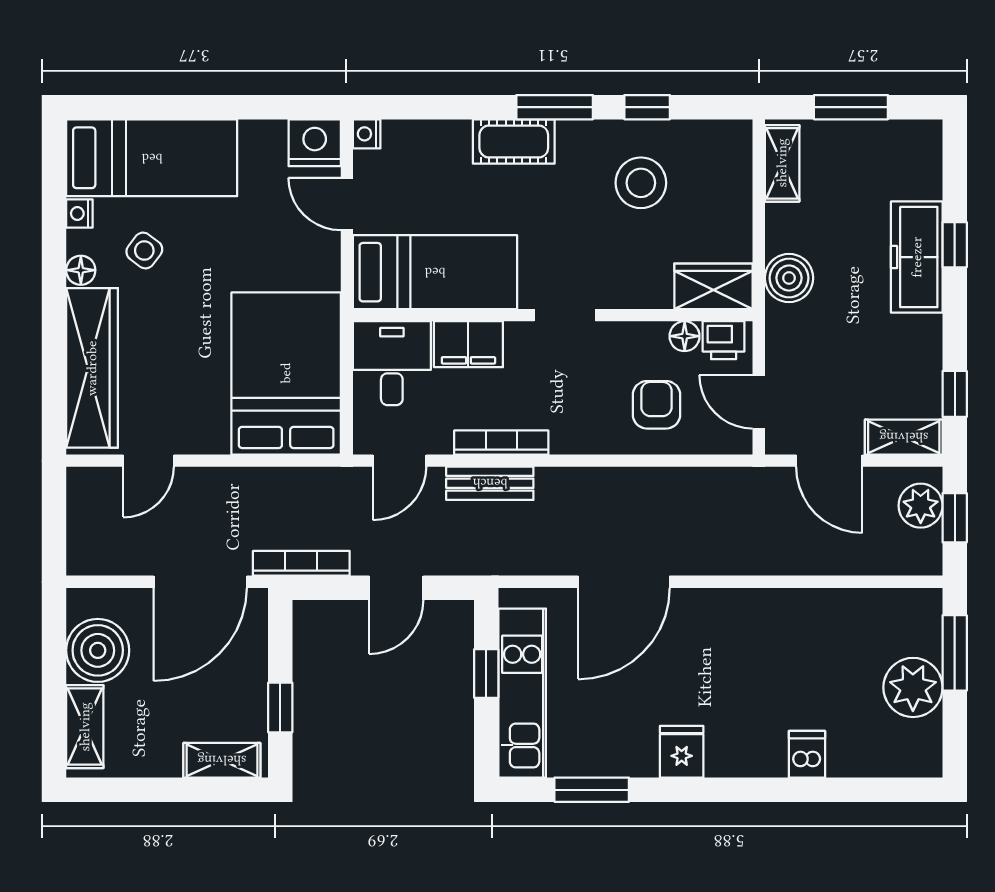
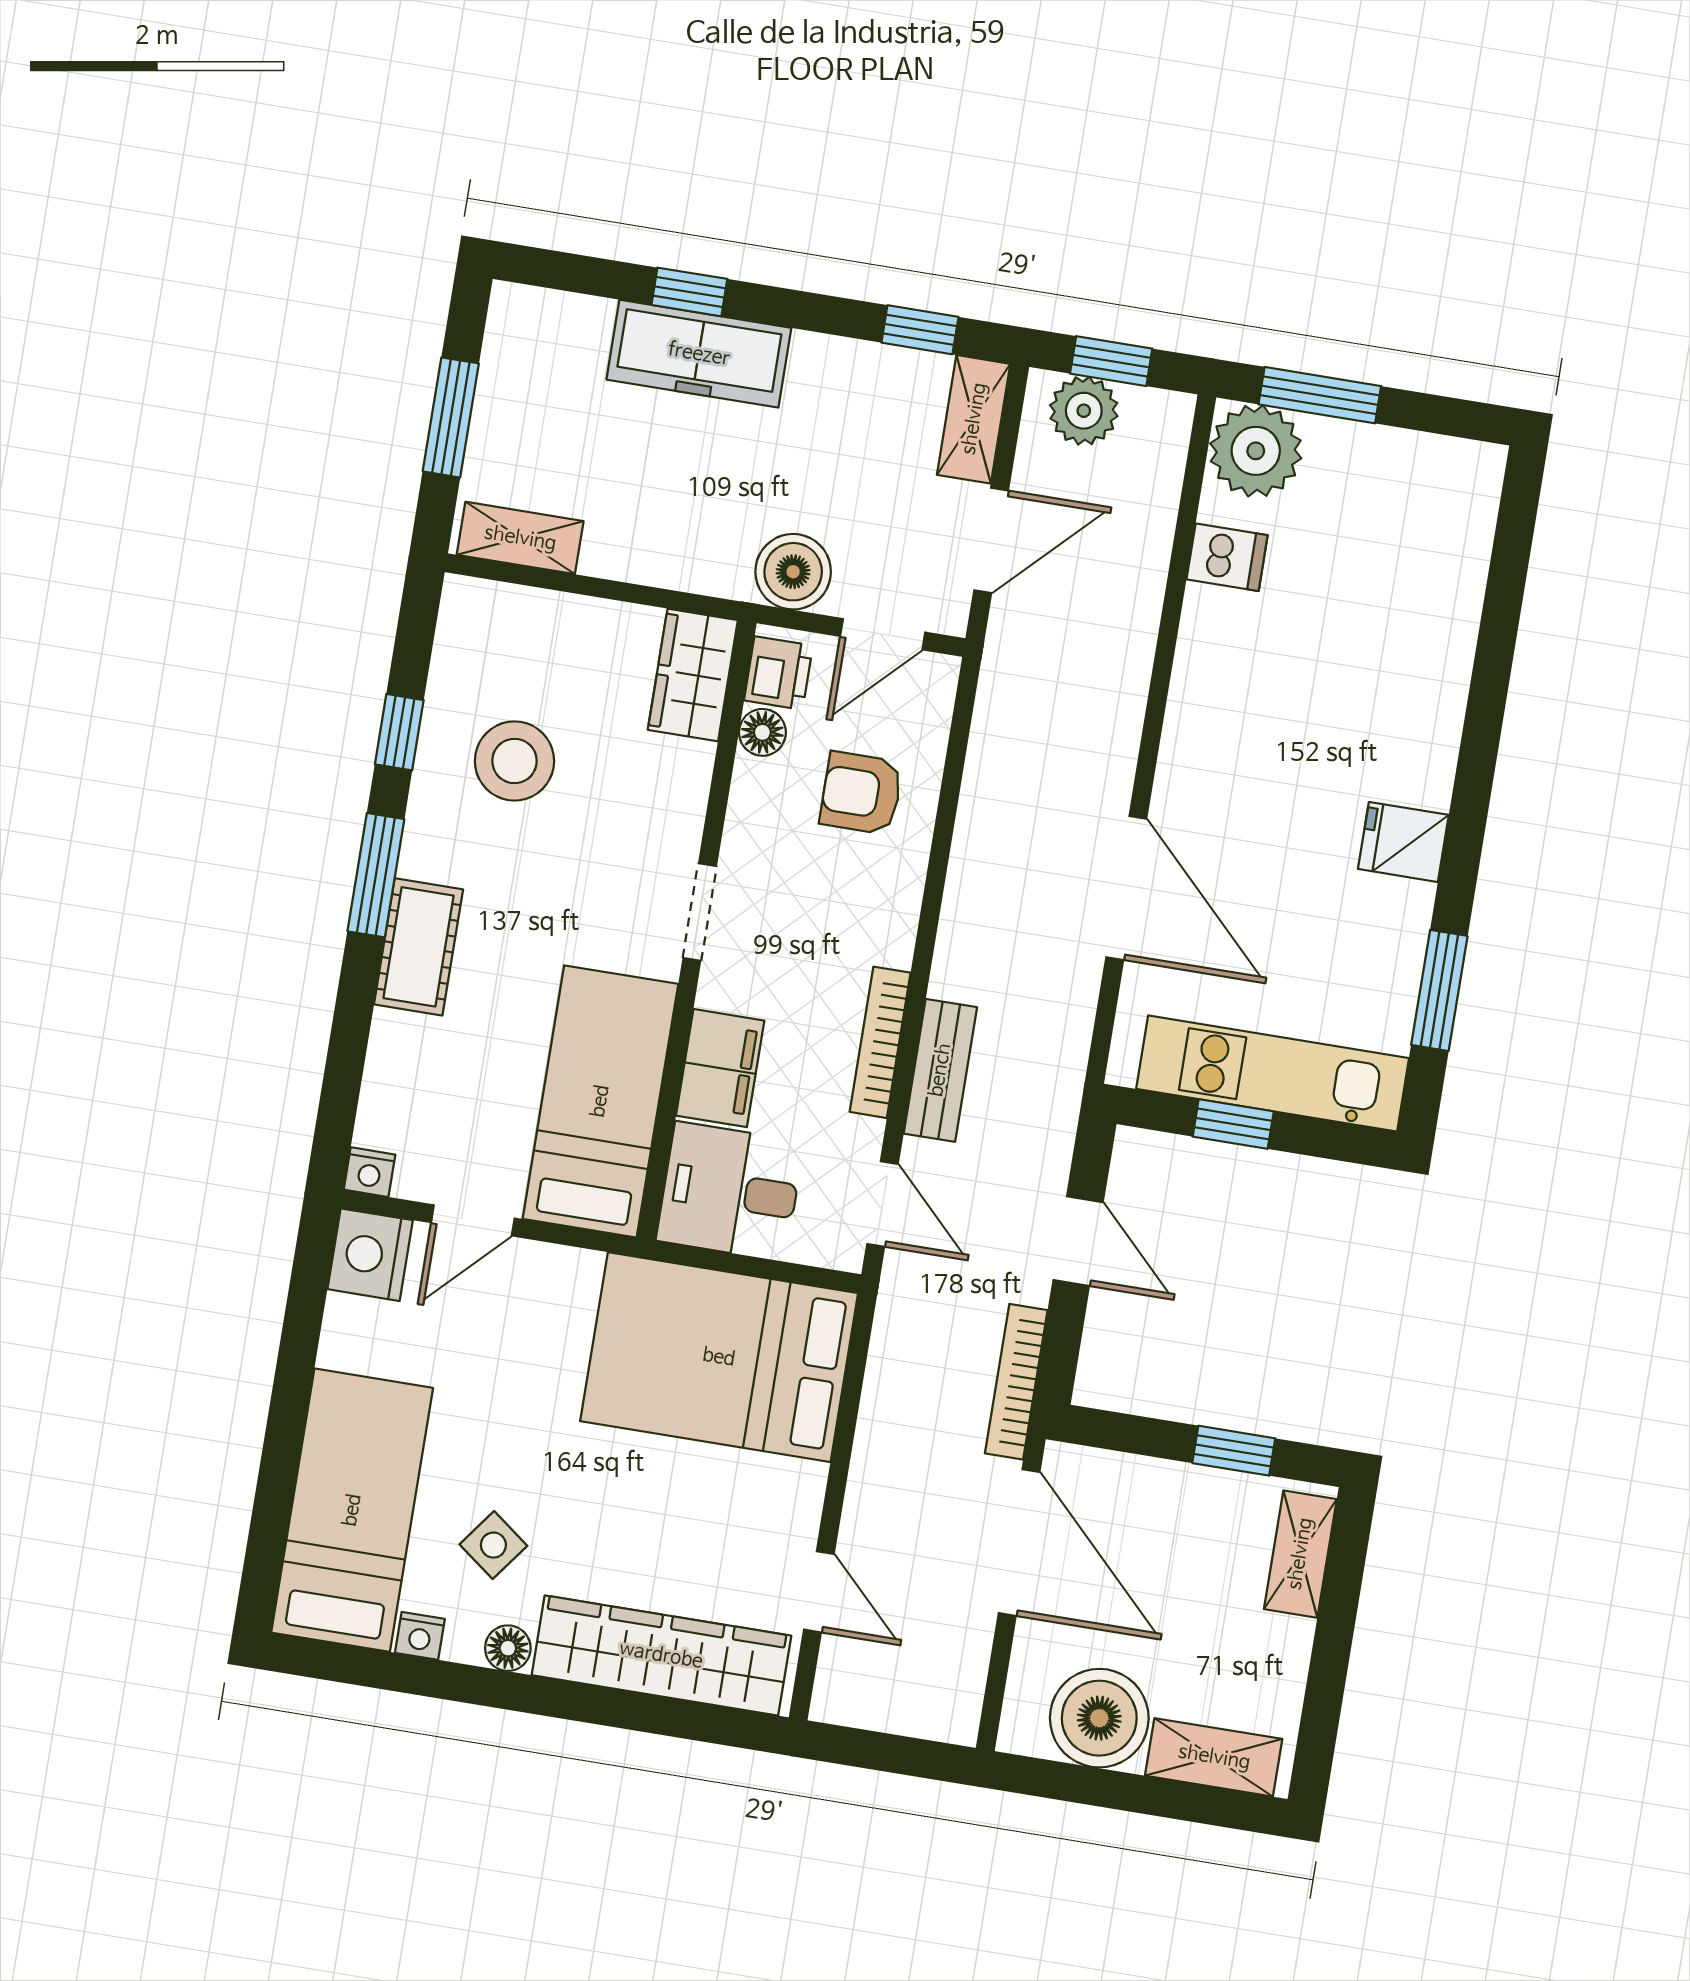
boiler: (789, 278) -> (793, 572), moved
plant: (913, 687) -> (1256, 451), moved
dishwasher: (807, 754) -> (1227, 557), moved, turned 180

